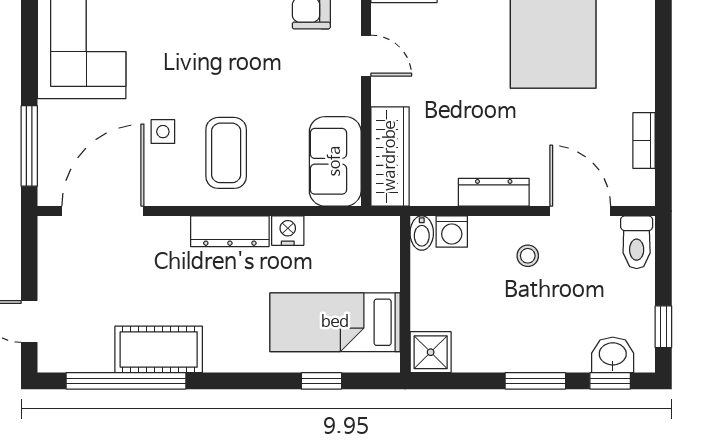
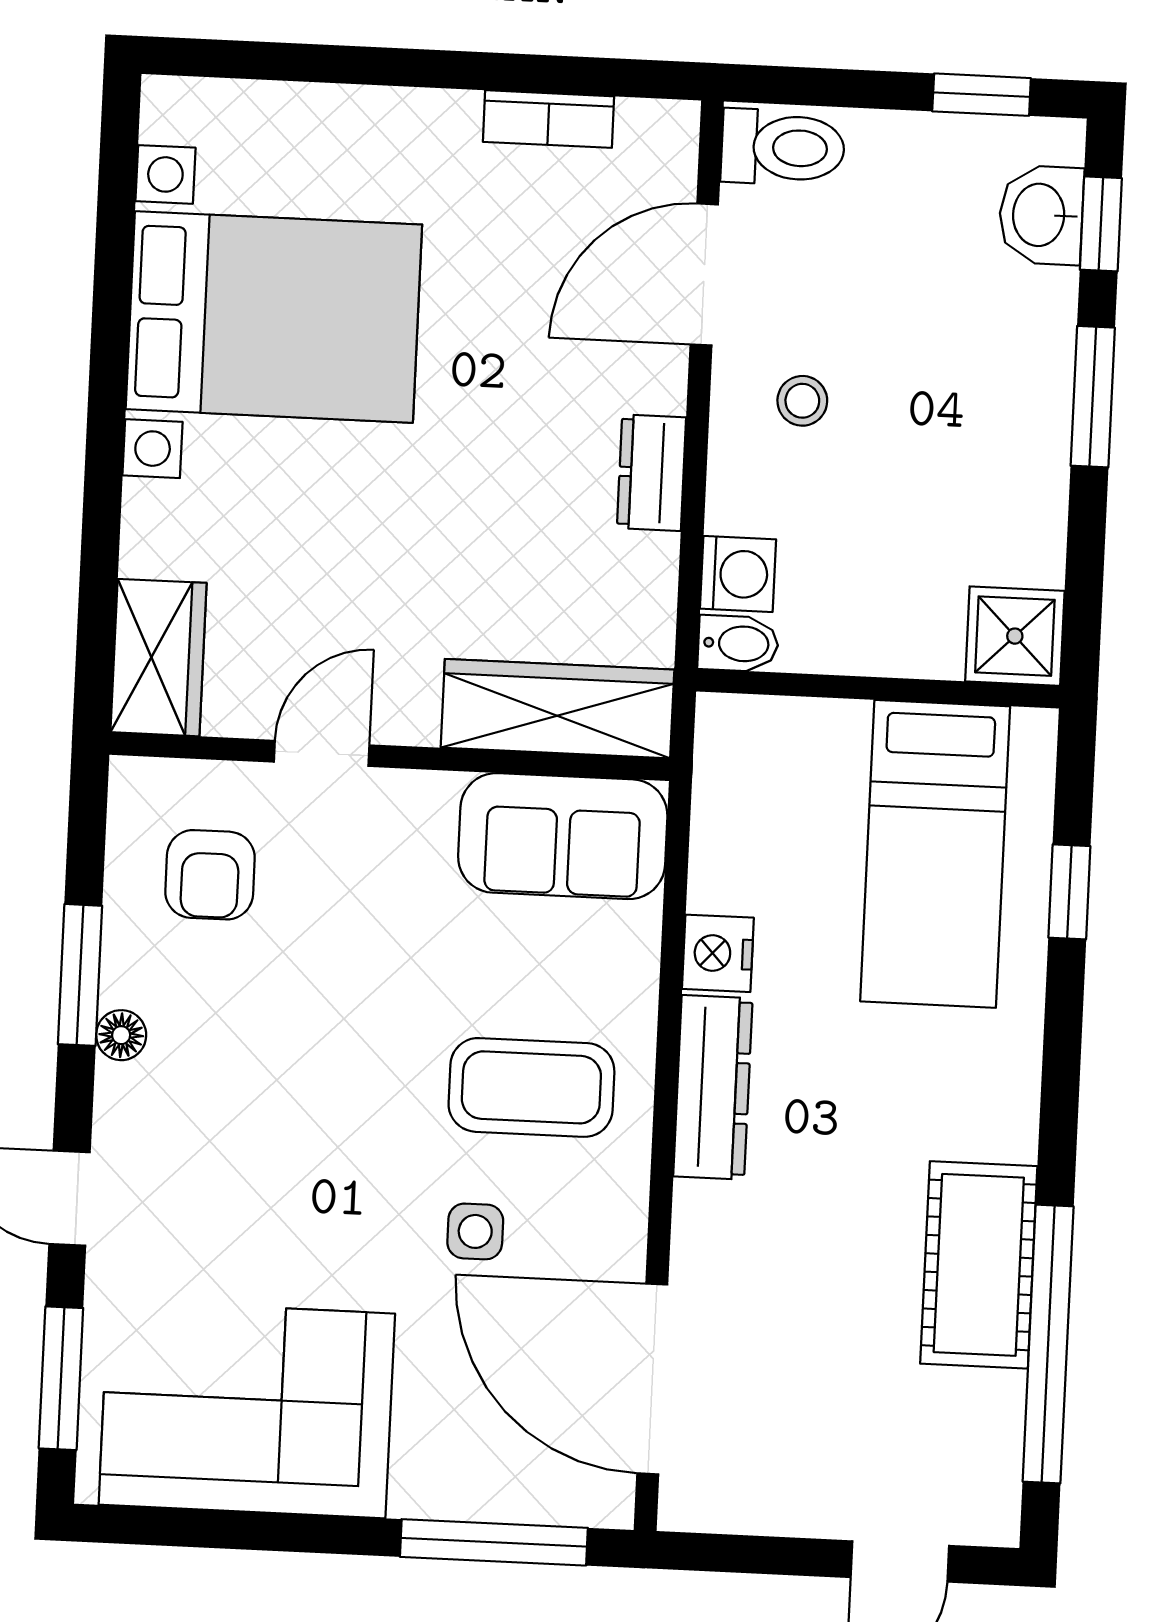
dresser: (494, 192) -> (652, 473), width x0.70

